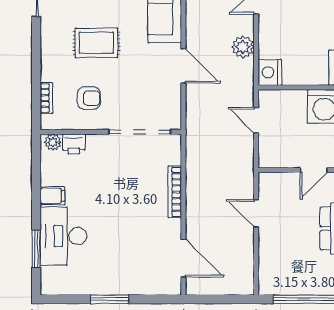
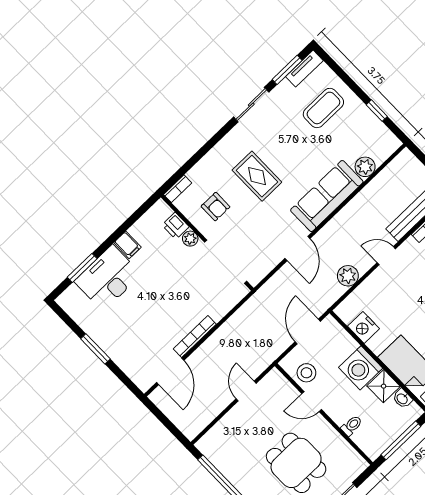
nightstand: (270, 72) -> (364, 327), moved, turned -90
bookcase: (46, 98) -> (178, 189), moved
door: (256, 120) -> (308, 331), width x1.38
plant: (53, 142) -> (190, 239), moved
stool: (287, 153) -> (306, 373), added
bookcase: (175, 192) -> (195, 337), moved

